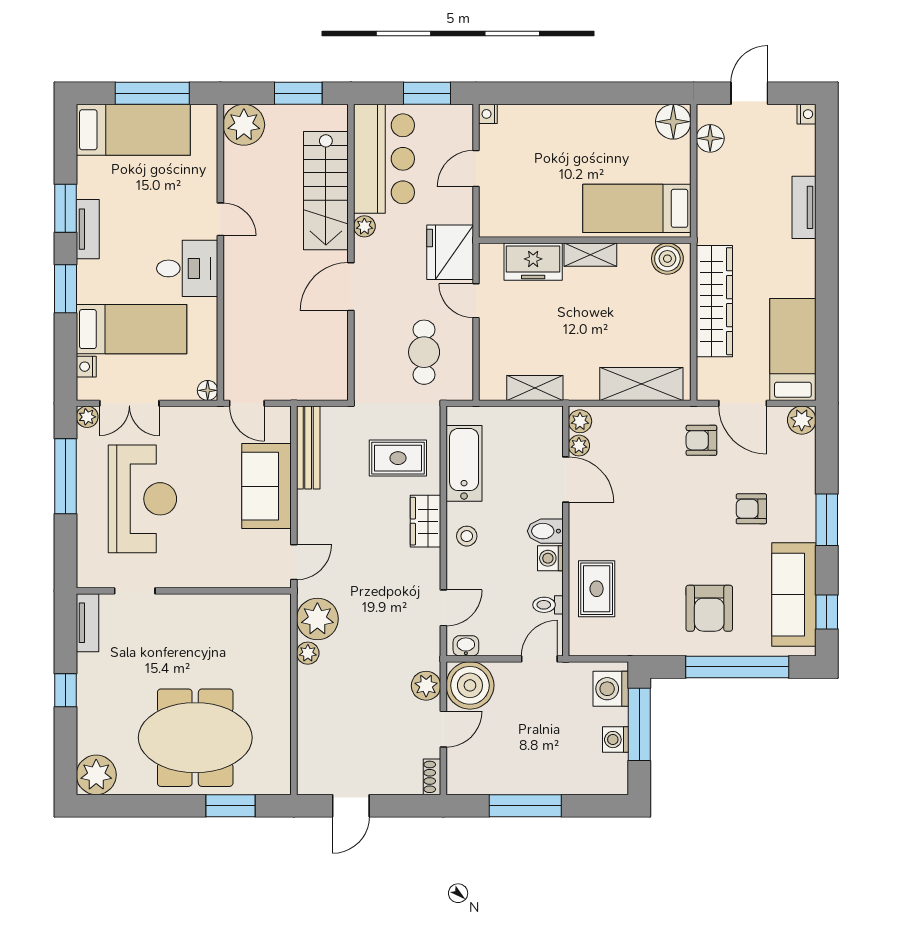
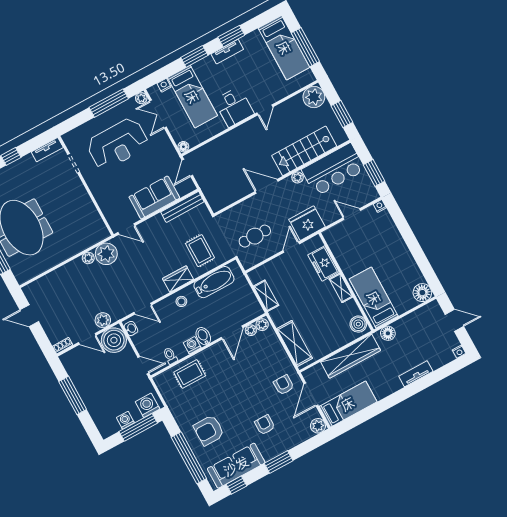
floor lamp: (710, 138) -> (388, 333), moved

